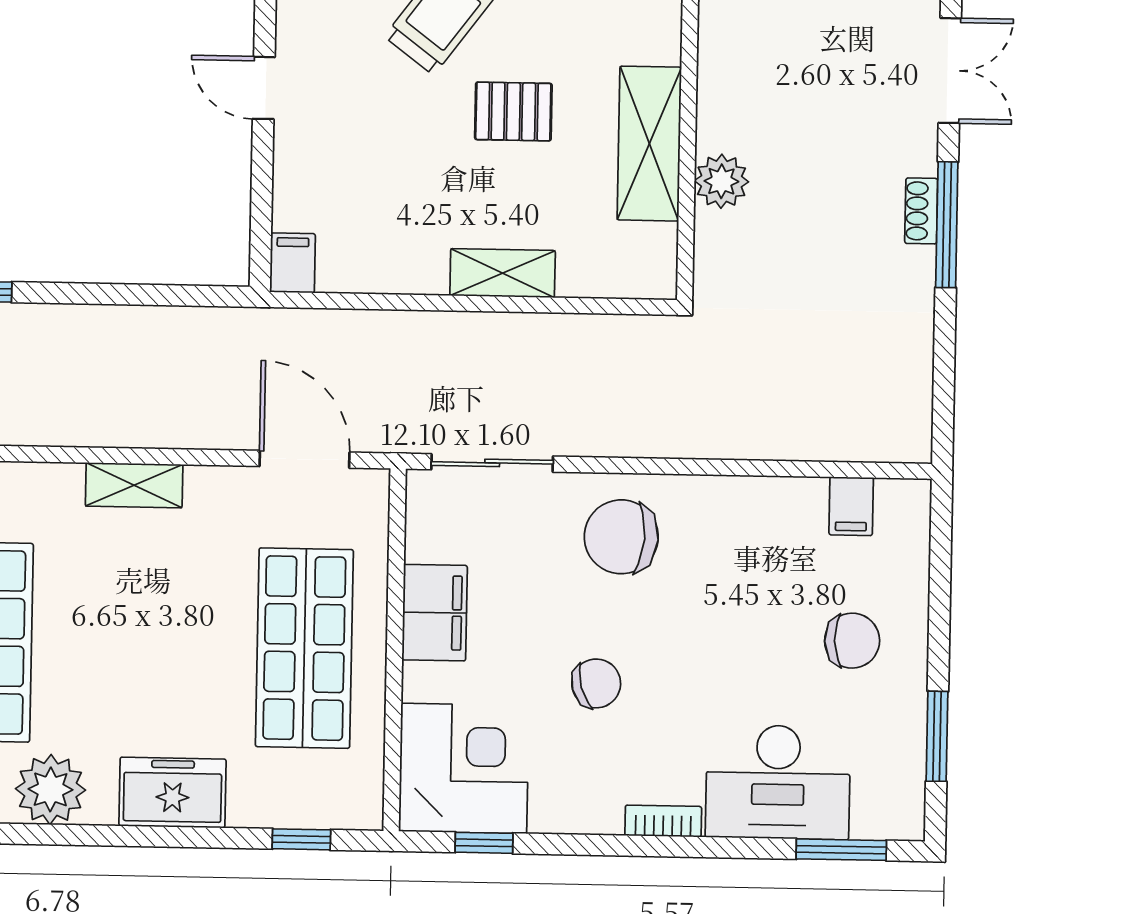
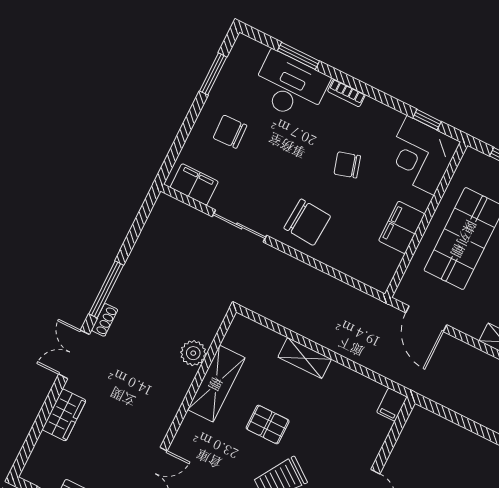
shoe rack: (921, 211) -> (105, 320), moved
sliding door: (492, 463) -> (239, 226), moved
filing cabinet: (851, 506) -> (194, 184), width x2.00
window: (841, 850) -> (298, 56), moved

